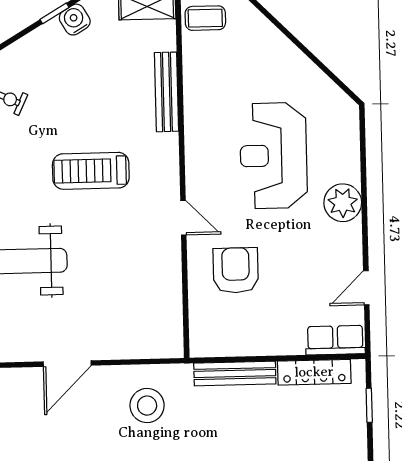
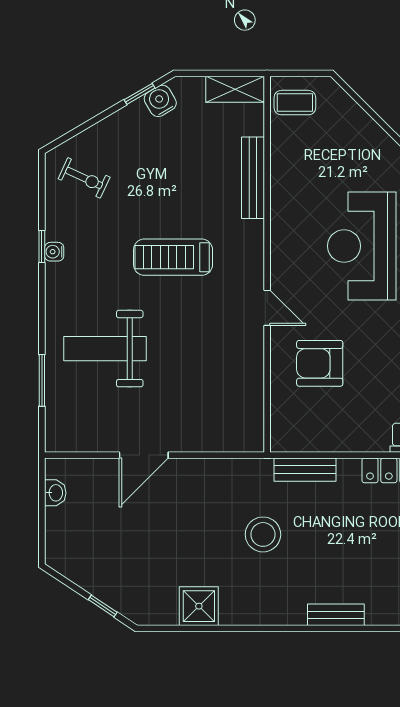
armchair: (236, 270) -> (320, 363), turned -90
bench: (235, 374) -> (305, 470), width x0.73
stool: (147, 406) -> (263, 534), moved

